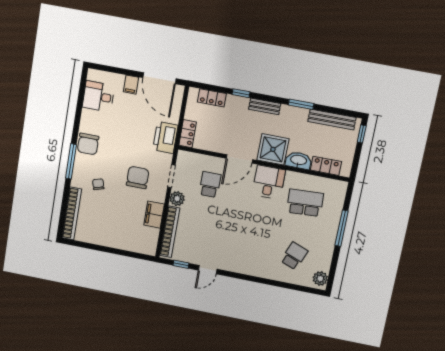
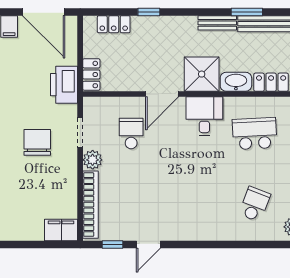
window: (301, 104) -> (247, 12), moved
bench: (265, 106) -> (217, 23), moved
filing cabinet: (154, 215) -> (61, 230), moved, turned 90

